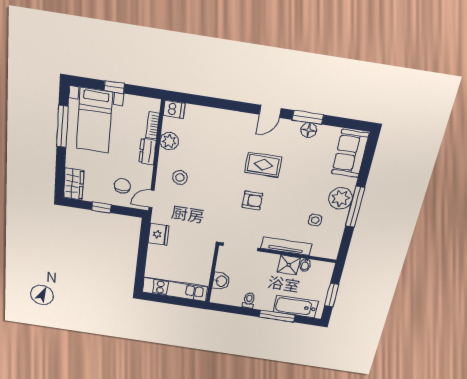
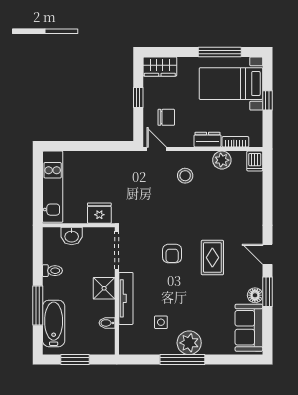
sofa: (350, 154) -> (249, 328), moved, turned -90
fridge: (159, 234) -> (99, 213), moved, turned 180
shower: (289, 265) -> (104, 288), moved

